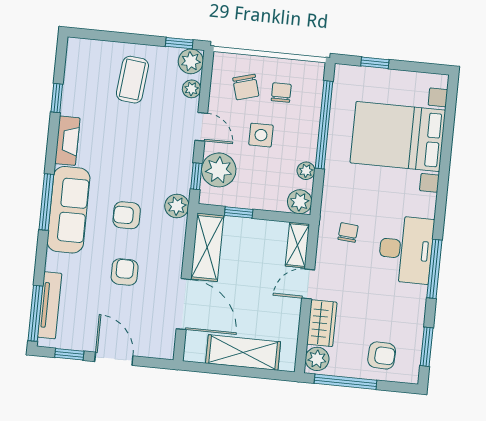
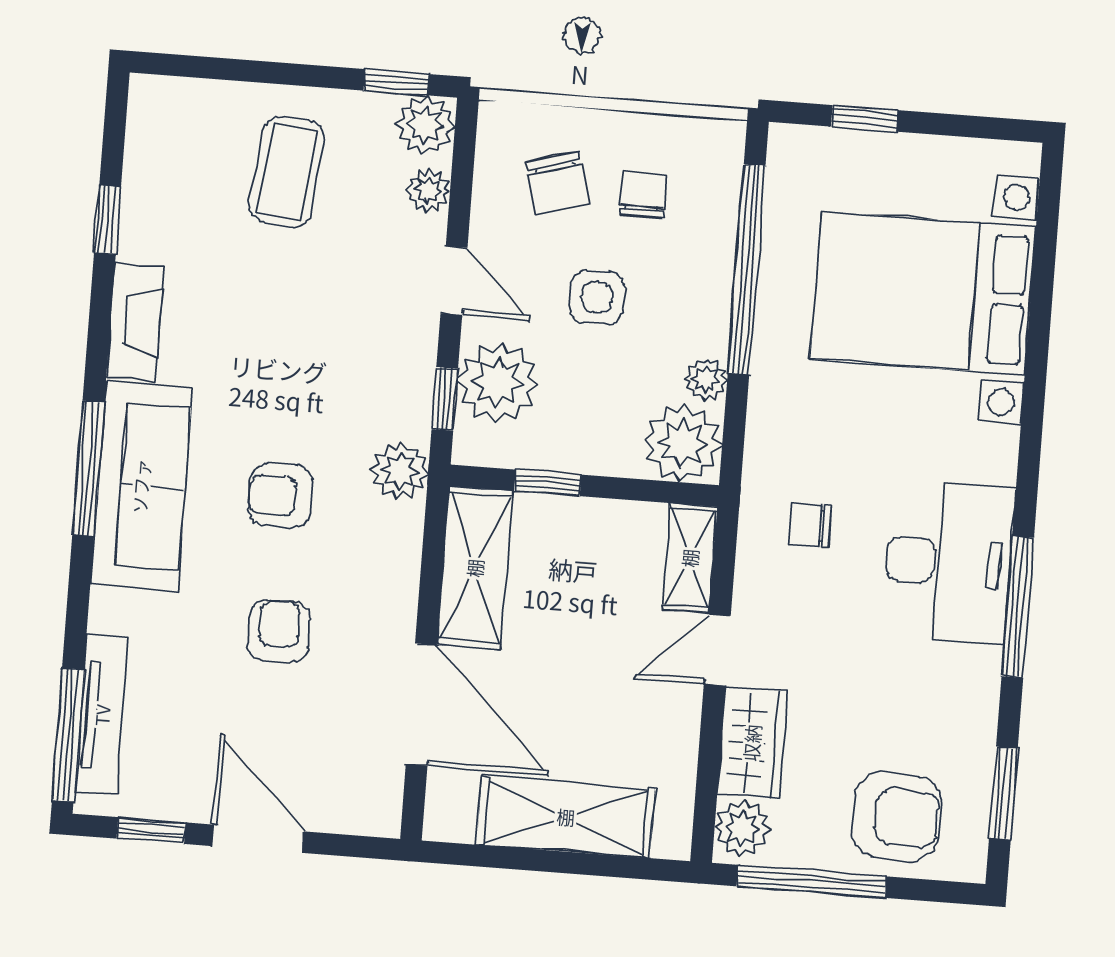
plant: (300, 202) -> (683, 443), width x1.36, depth x1.36
chair: (348, 232) -> (810, 525), turned -95
armchair: (382, 355) -> (897, 816), width x1.38, depth x1.38

